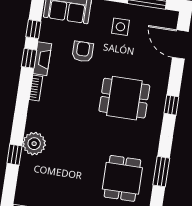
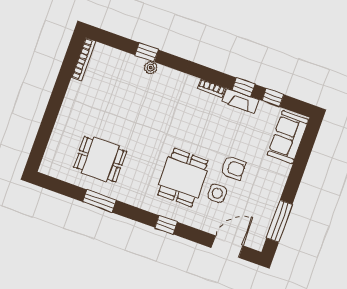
side table: (120, 27) -> (217, 193), moved
armchair: (83, 52) -> (233, 168), moved
plant: (34, 144) -> (151, 68), width x0.53, depth x0.53

